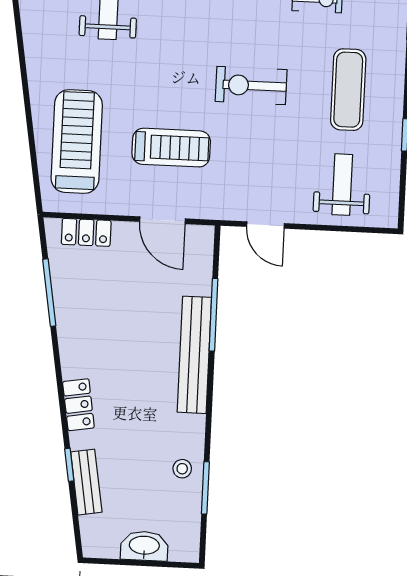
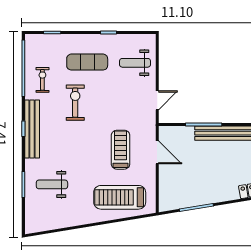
exercise bike: (251, 86) -> (75, 103), moved, turned 180
door: (162, 220) -> (157, 152), hinge flipped
locker: (86, 232) -> (165, 190), removed

